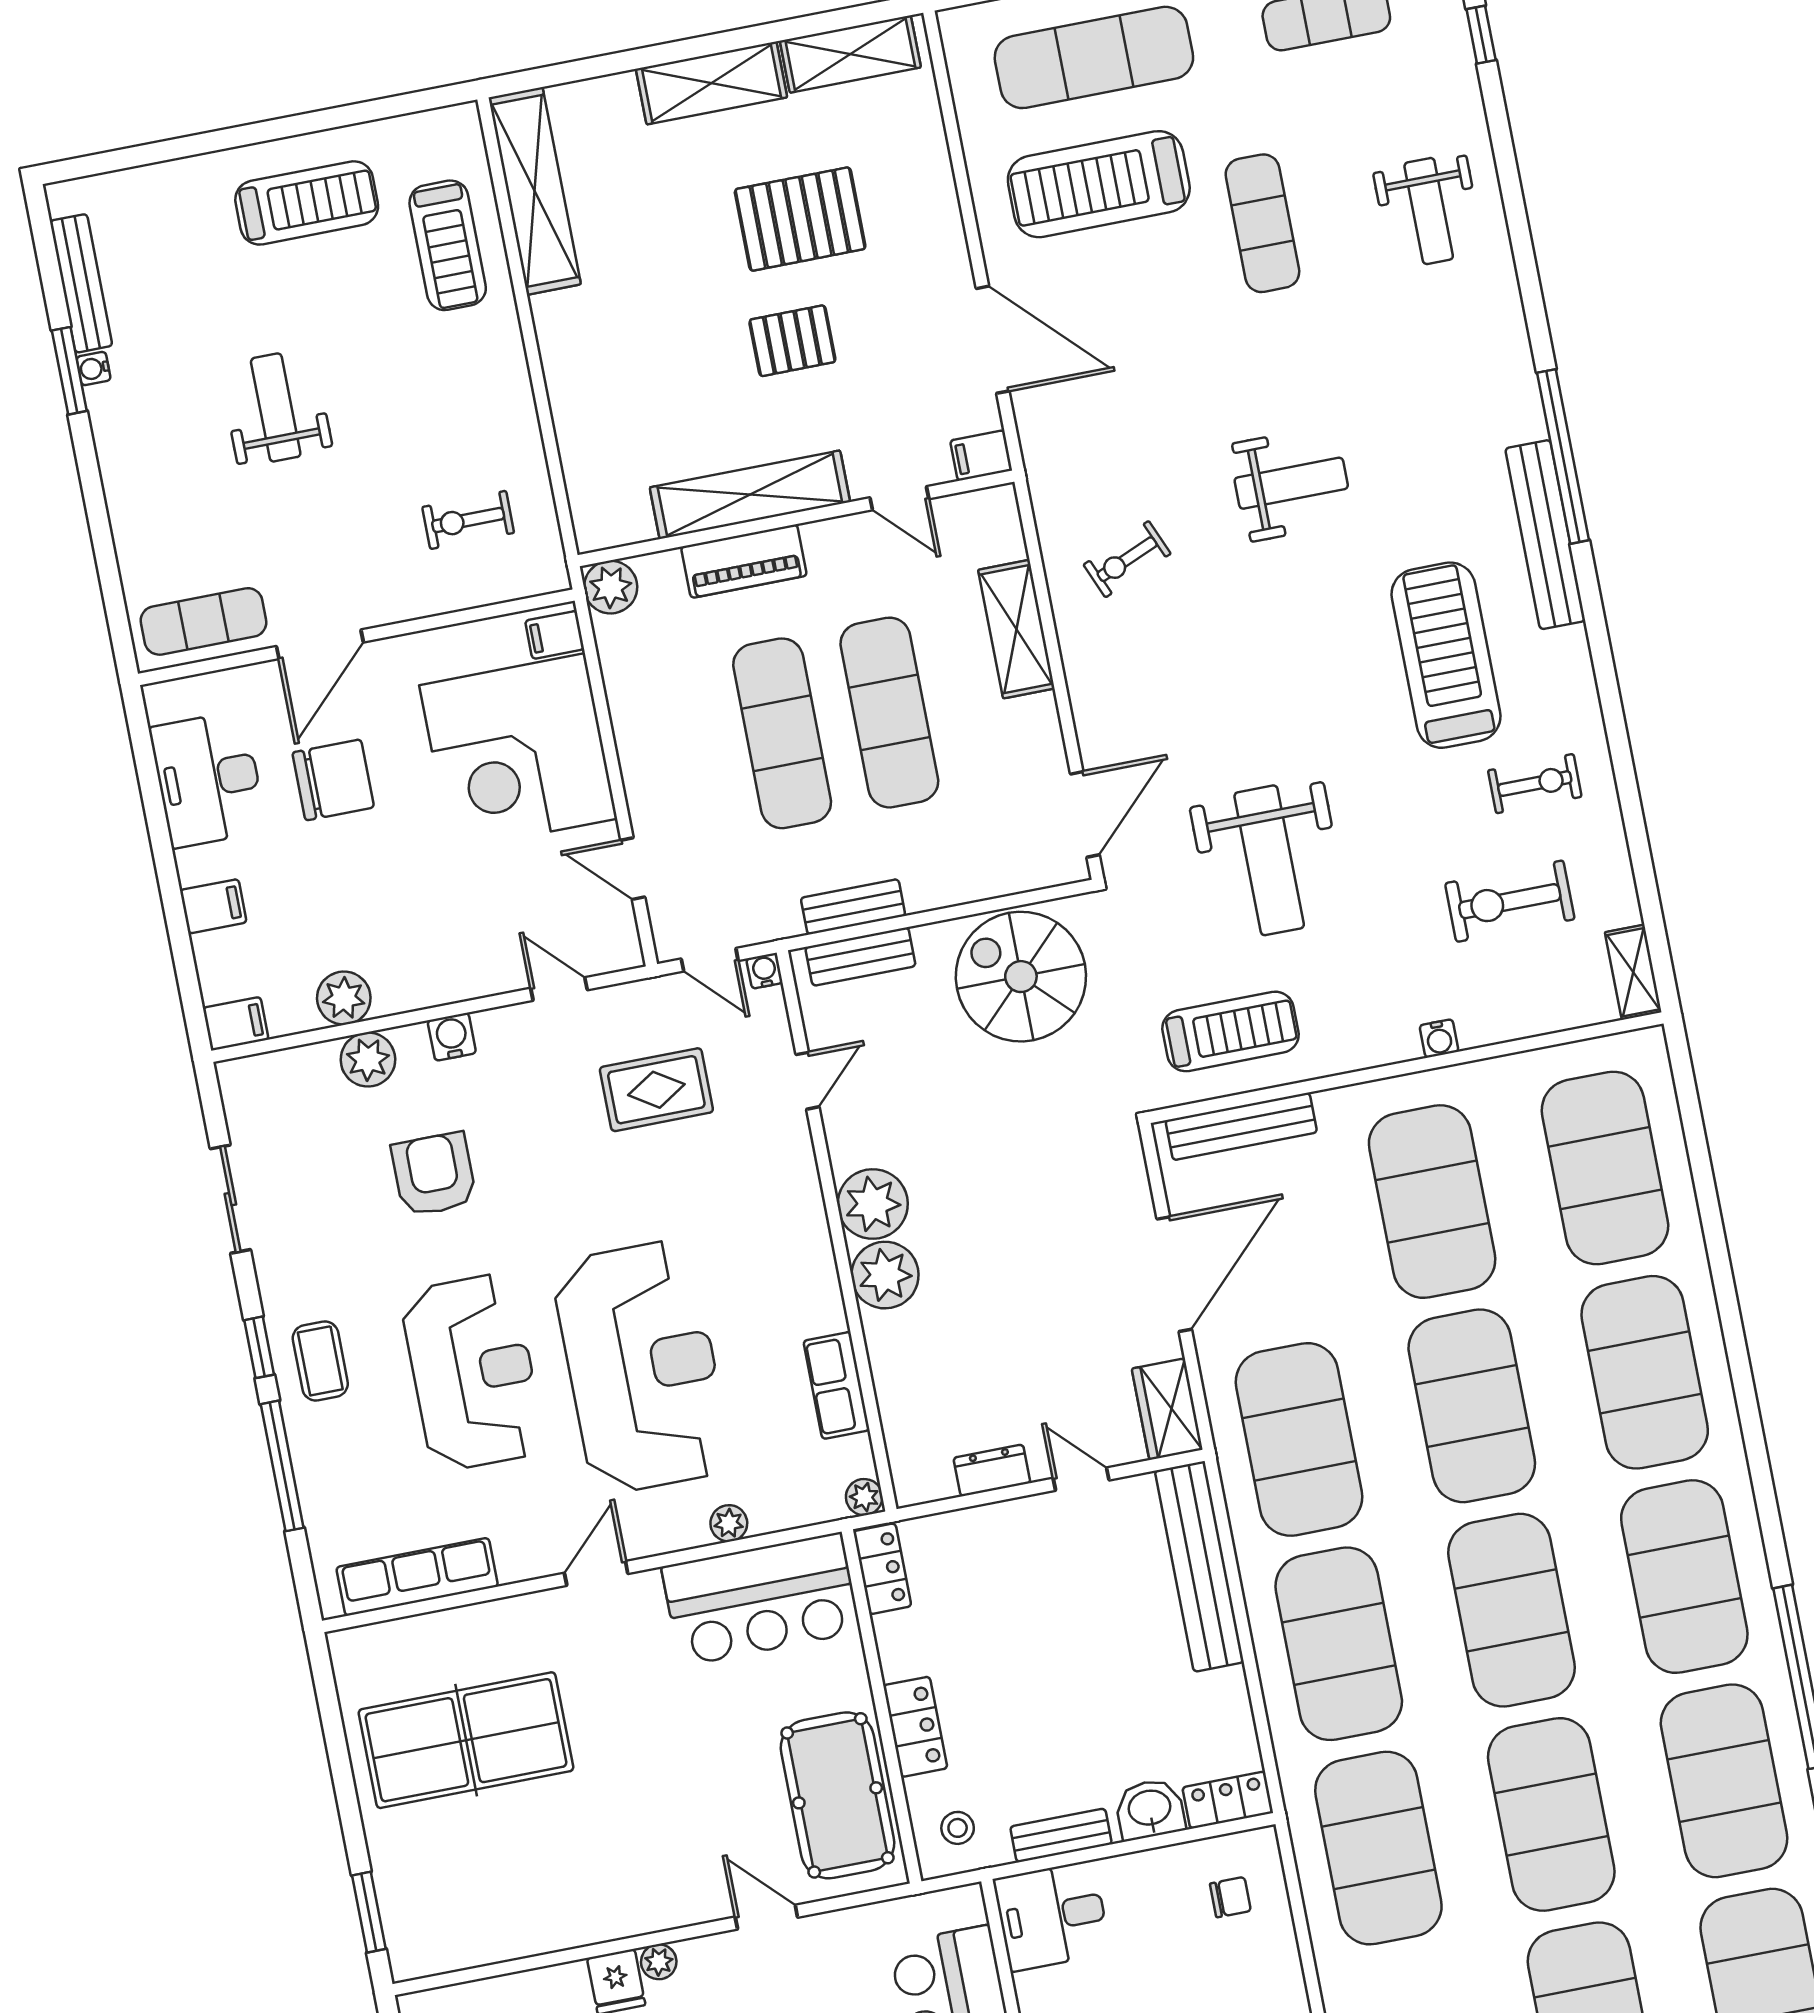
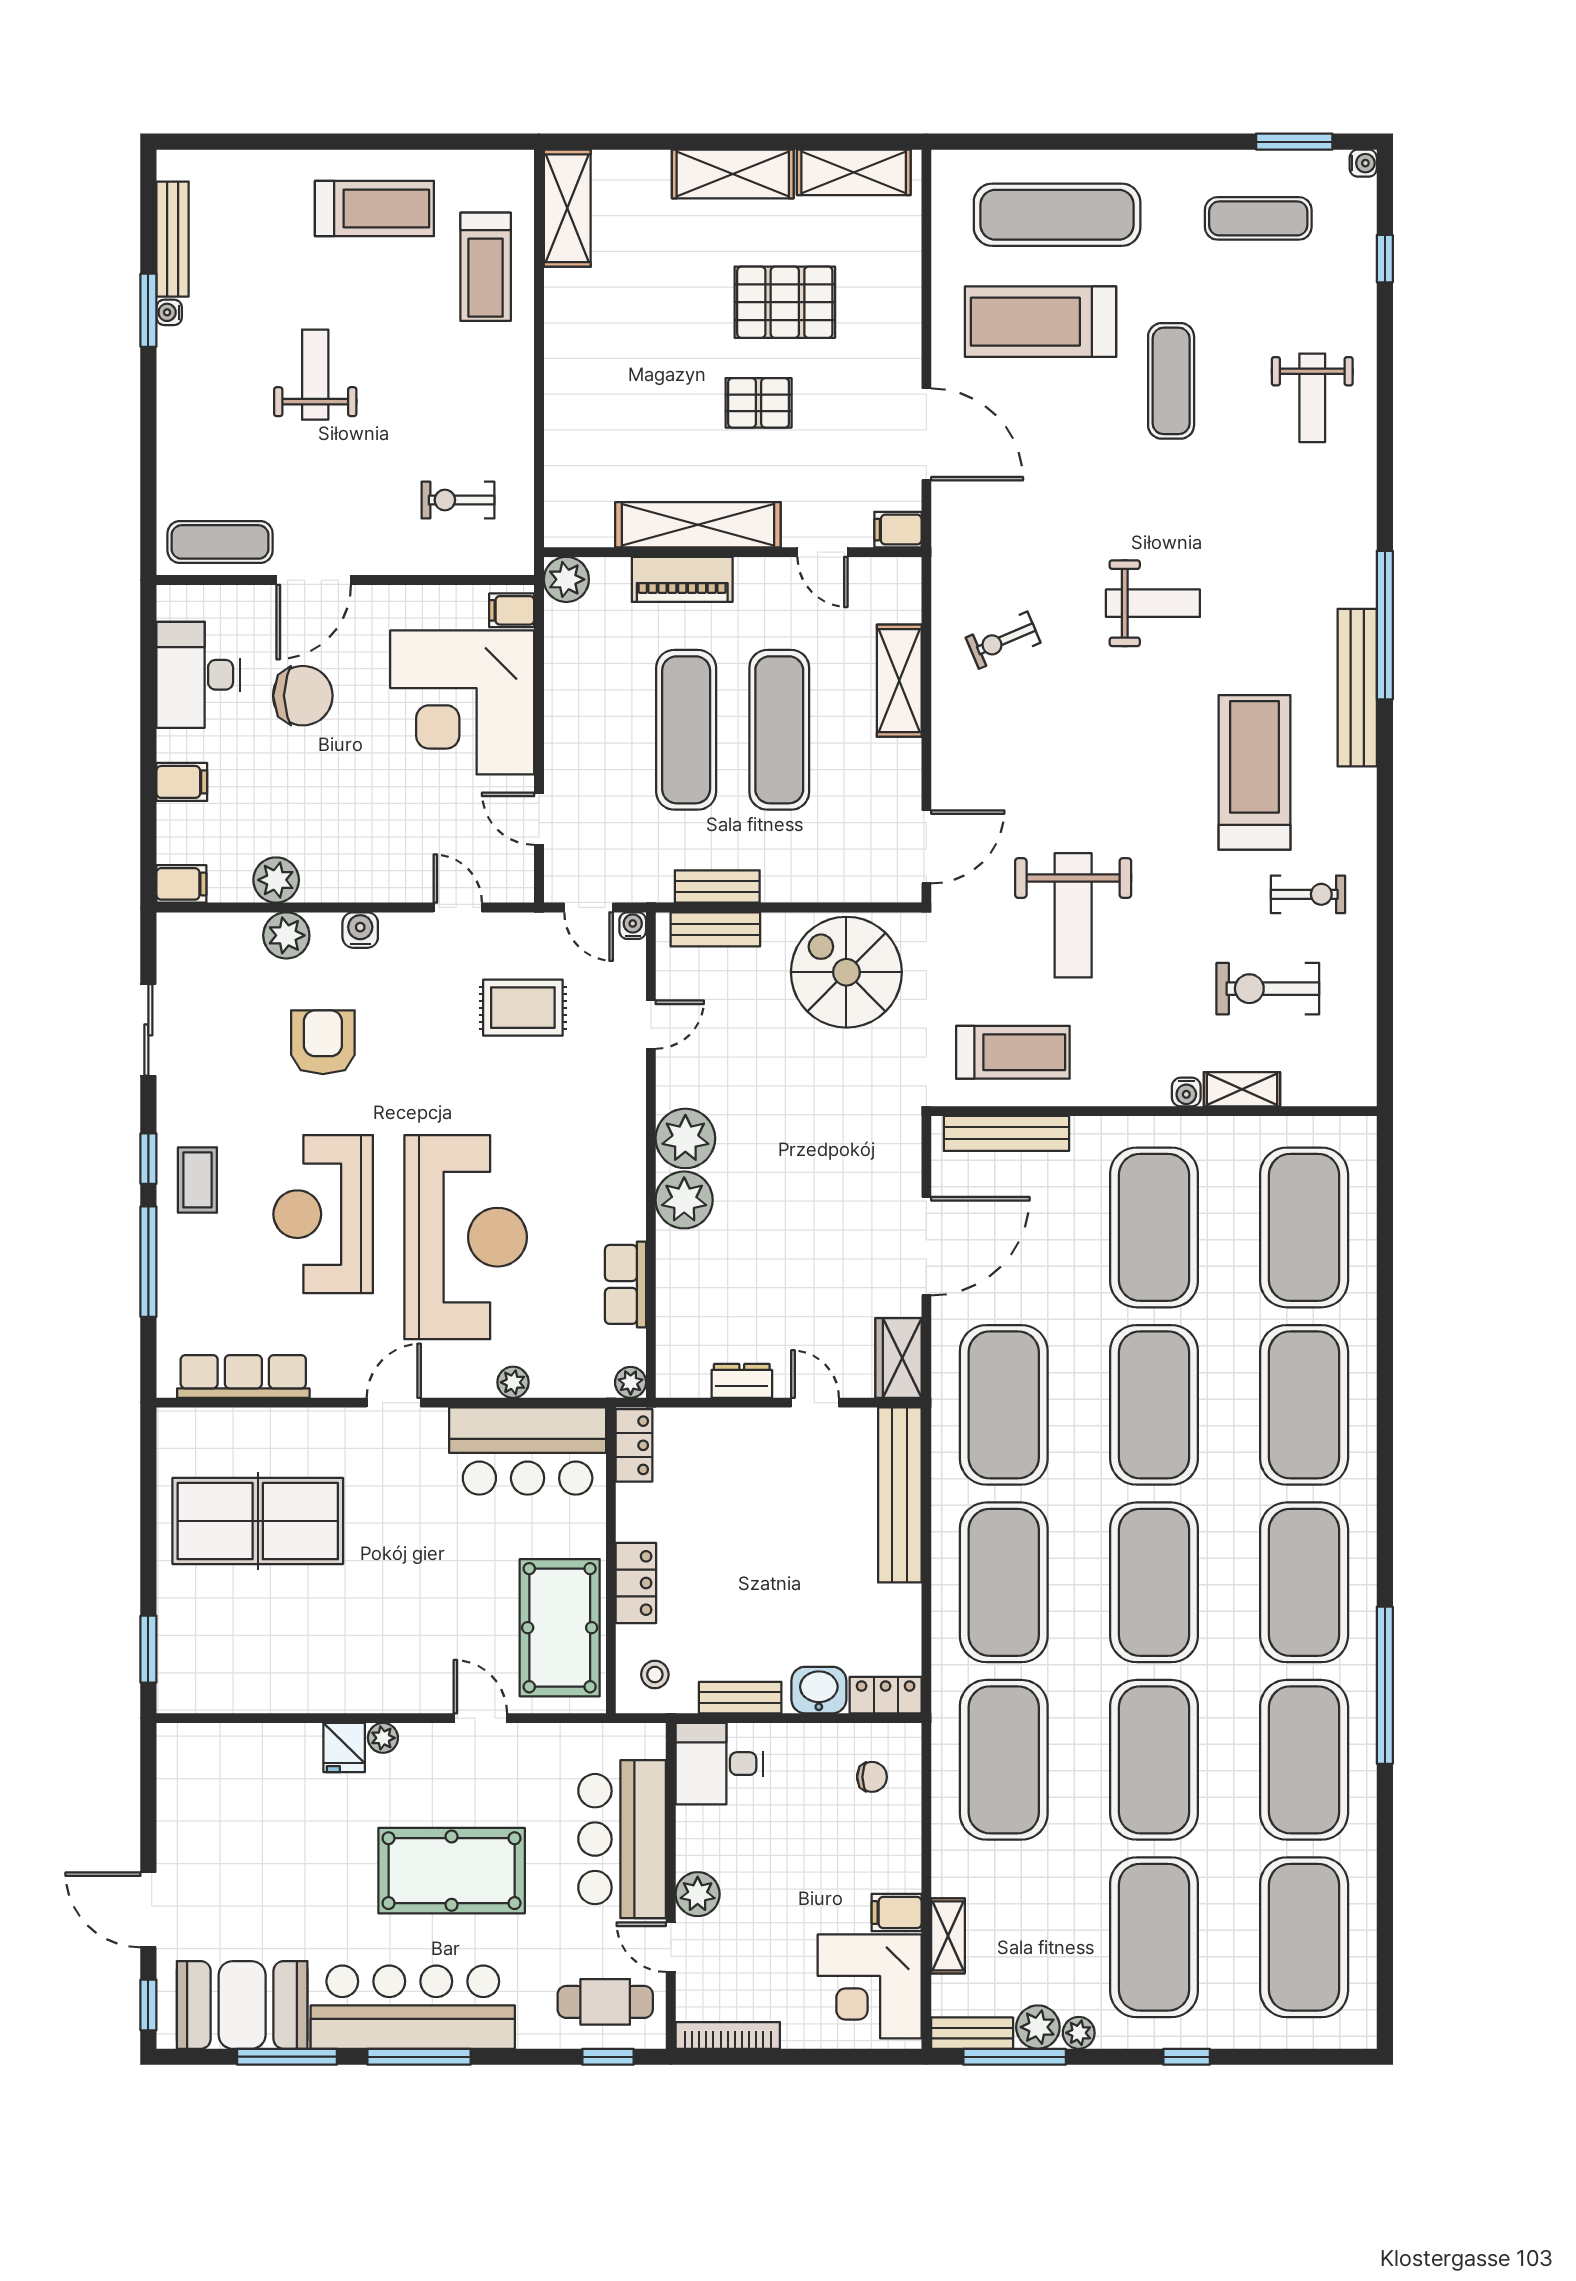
shelving: (535, 191) -> (567, 208), width x0.68
shelving: (1633, 972) -> (1242, 1089), moved, turned 90
reception desk: (473, 1372) -> (323, 1214), turned 180

